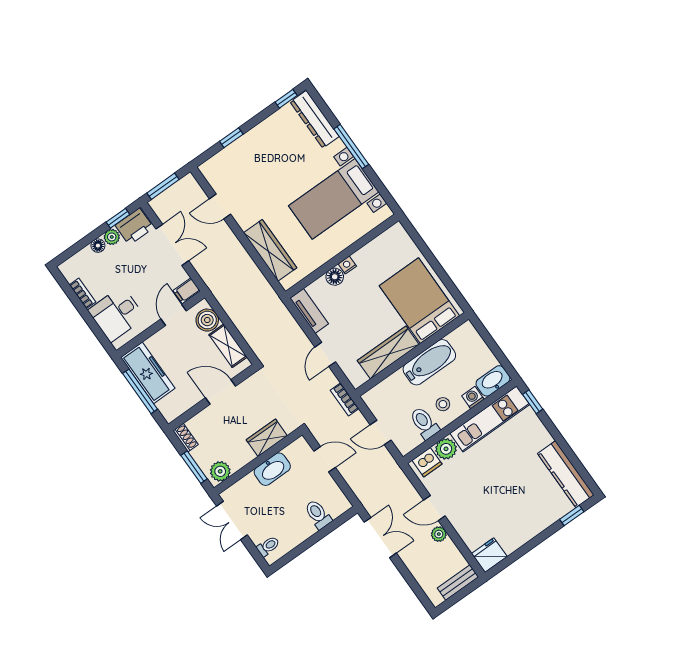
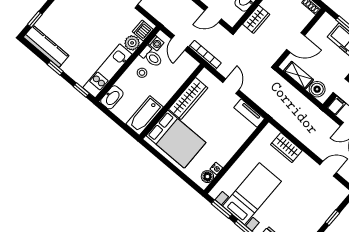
window: (381, 188) -> (222, 209), added
wardrobe: (270, 250) -> (286, 148), width x0.67
nightstand: (347, 265) -> (216, 169), moved
floor lamp: (335, 277) -> (207, 177), moved
bathtub: (429, 362) -> (145, 115), moved
washing machine: (473, 397) -> (156, 43), moved
bookcase: (345, 399) -> (205, 55), width x1.56
door: (381, 432) -> (179, 43), swing flipped
window: (561, 441) -> (55, 68), added

